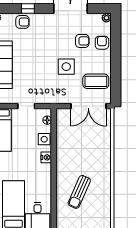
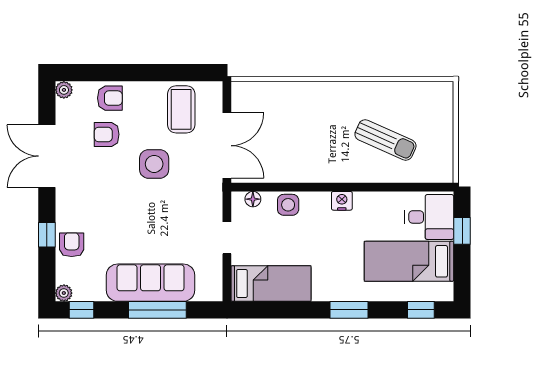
armchair: (82, 41) -> (107, 134), turned -90
armchair: (102, 43) -> (110, 98), turned 180
double door: (88, 106) -> (227, 146), moved
nightstand: (46, 157) -> (342, 201), moved

